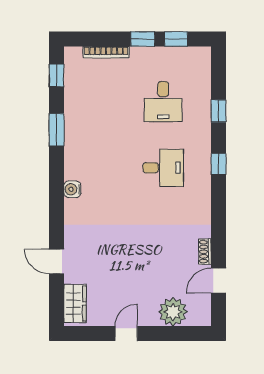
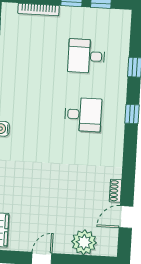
desk: (163, 102) -> (86, 56), turned 90

